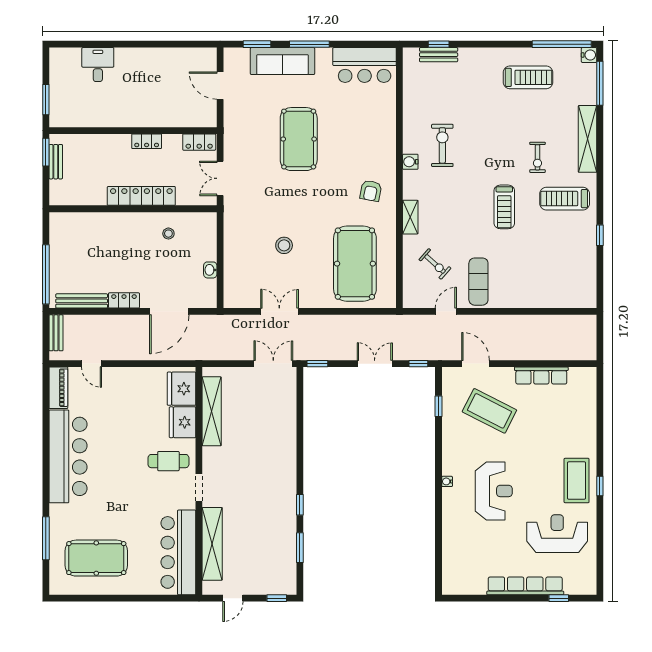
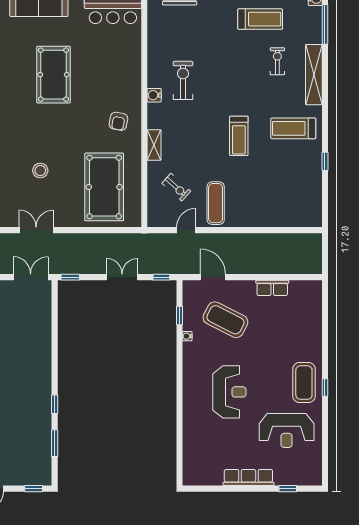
exercise bike: (537, 157) -> (277, 61), moved, turned 180
row of seats: (541, 375) -> (272, 288), width x0.68
water cooler: (447, 481) -> (187, 336), moved
reception desk: (557, 534) -> (287, 430), turned 180
row of seats: (525, 586) -> (248, 478), width x0.73

